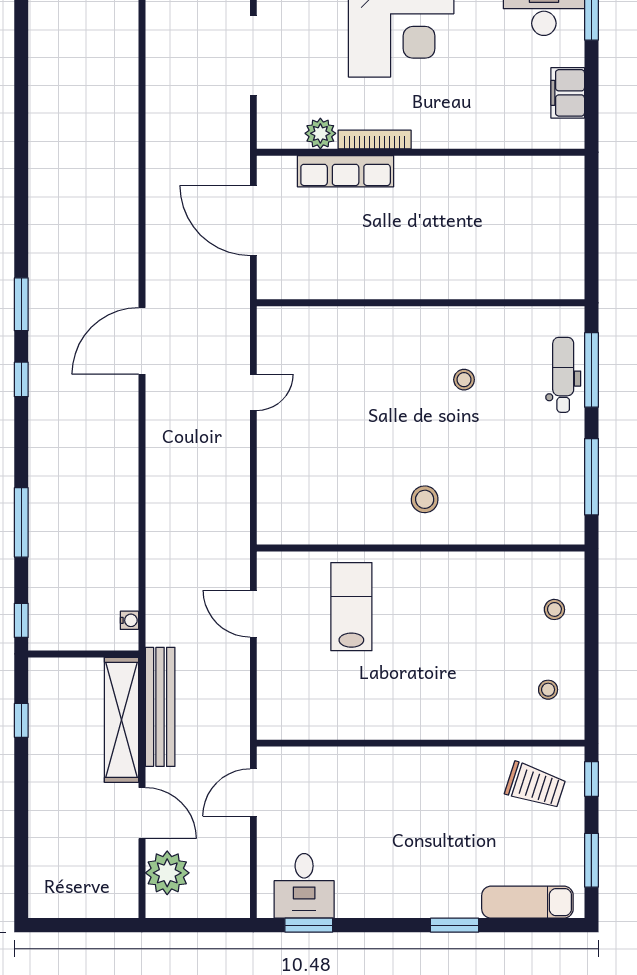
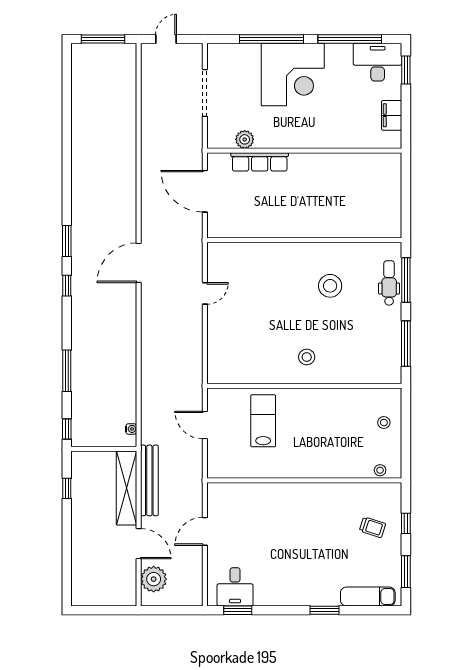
bookcase: (375, 140) -> (277, 143), removed
stool: (464, 380) -> (330, 286), width x1.89, depth x1.89
wall: (421, 743) -> (304, 480), moved
trolley: (535, 786) -> (372, 527), width x0.73, depth x0.72

